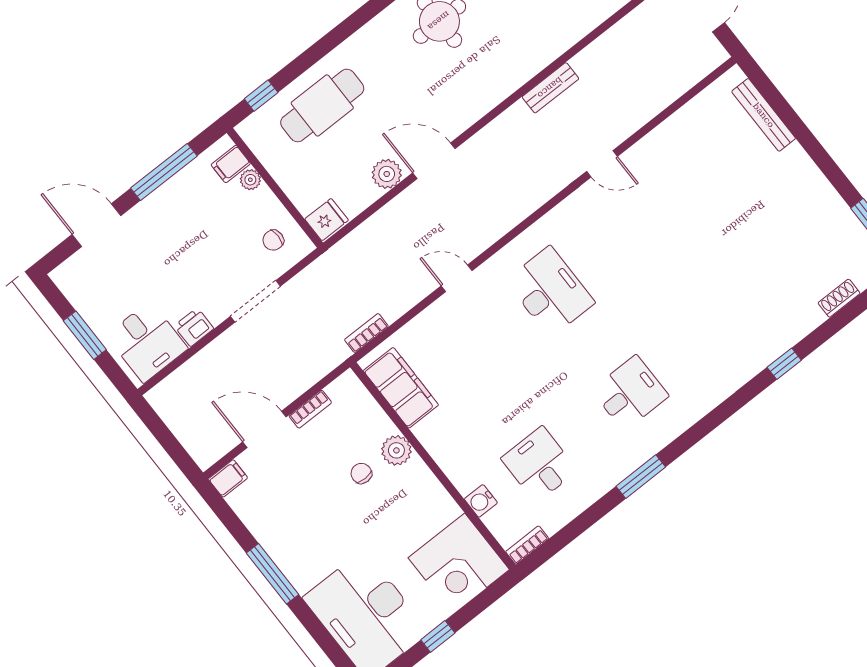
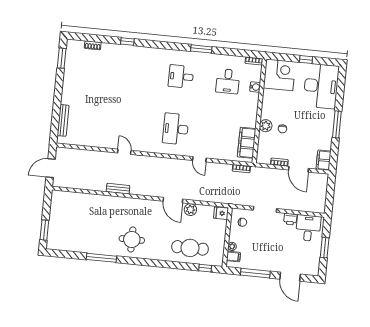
filing cabinet: (228, 478) -> (324, 160), width x2.00

